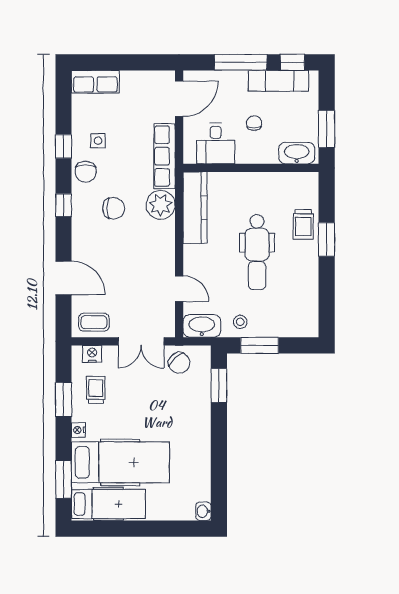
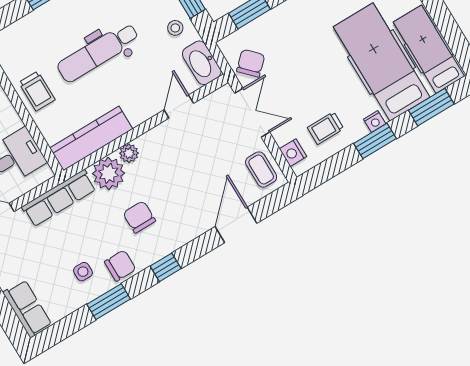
window: (64, 146) -> (109, 302), width x1.50
trolley: (303, 224) -> (37, 91), moved, turned 90
plant: (167, 230) -> (129, 153), added
dental chair: (257, 252) -> (98, 52), turned 180
window: (64, 400) -> (375, 141), moved

